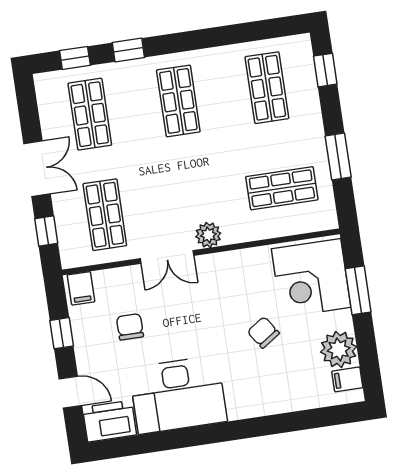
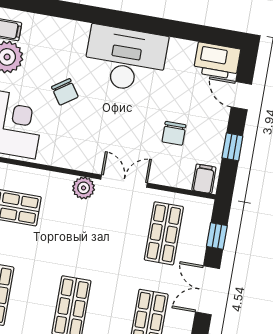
desk: (178, 395) -> (126, 59), moved

